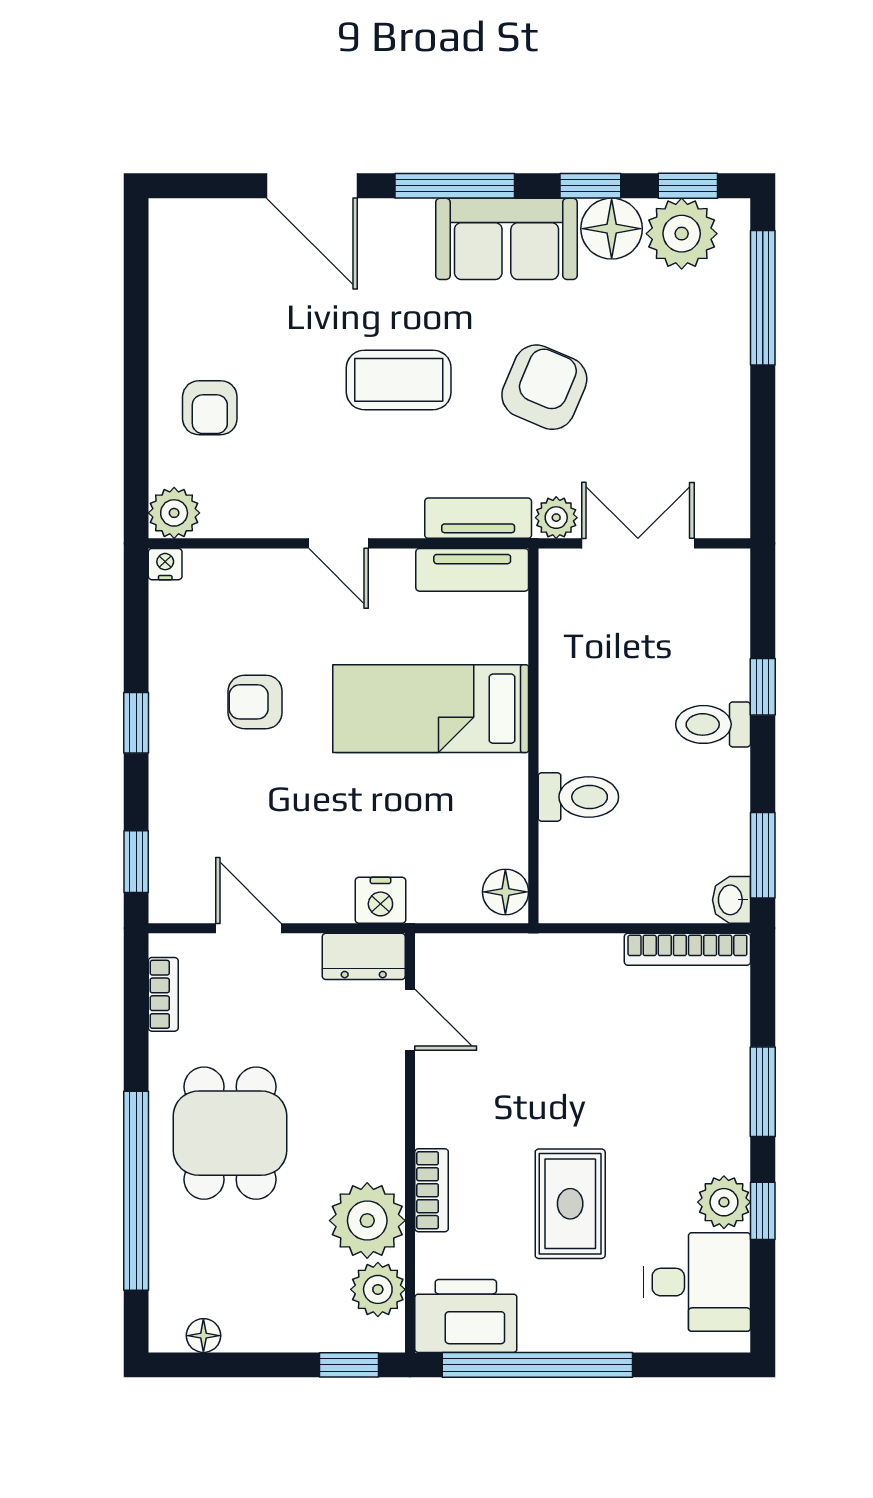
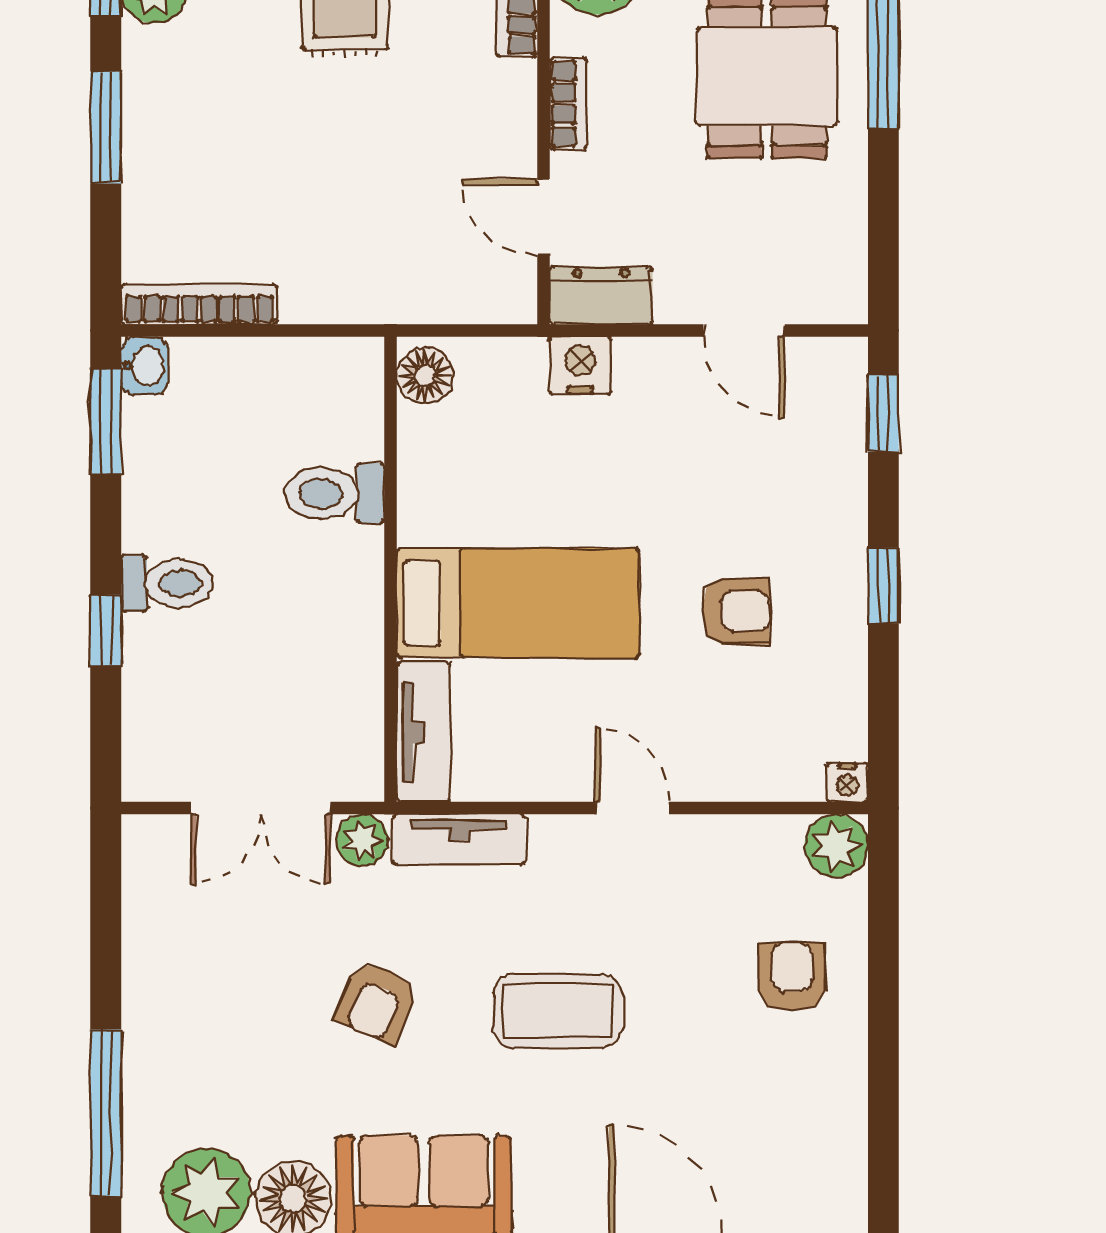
armchair: (544, 387) -> (377, 1002), width x0.72, depth x0.72
tv unit: (472, 570) -> (423, 732), moved, turned 90
bookcase: (163, 994) -> (568, 104), moved, turned 180

